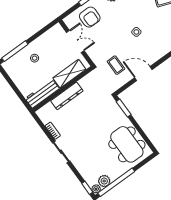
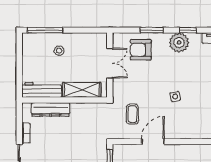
armchair: (90, 17) -> (141, 50), turned 90
door: (143, 74) -> (153, 141), hinge flipped
dresser: (67, 96) -> (51, 109), moved

